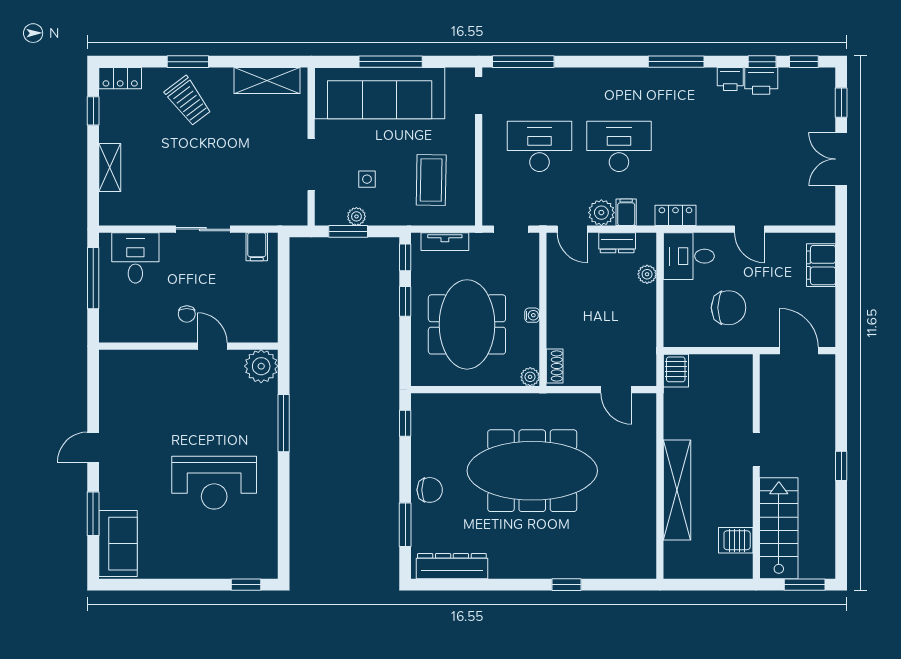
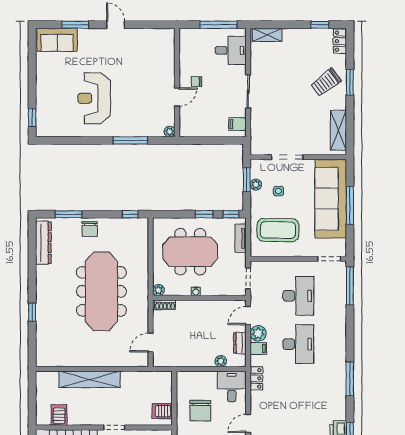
printer: (730, 79) -> (339, 412), removed
shelving: (110, 168) -> (267, 35), moved
coffee table: (431, 180) -> (278, 230), width x1.36, depth x1.32
plant: (261, 366) -> (170, 131), width x0.53, depth x0.53
server rack: (676, 371) -> (162, 411), moved

